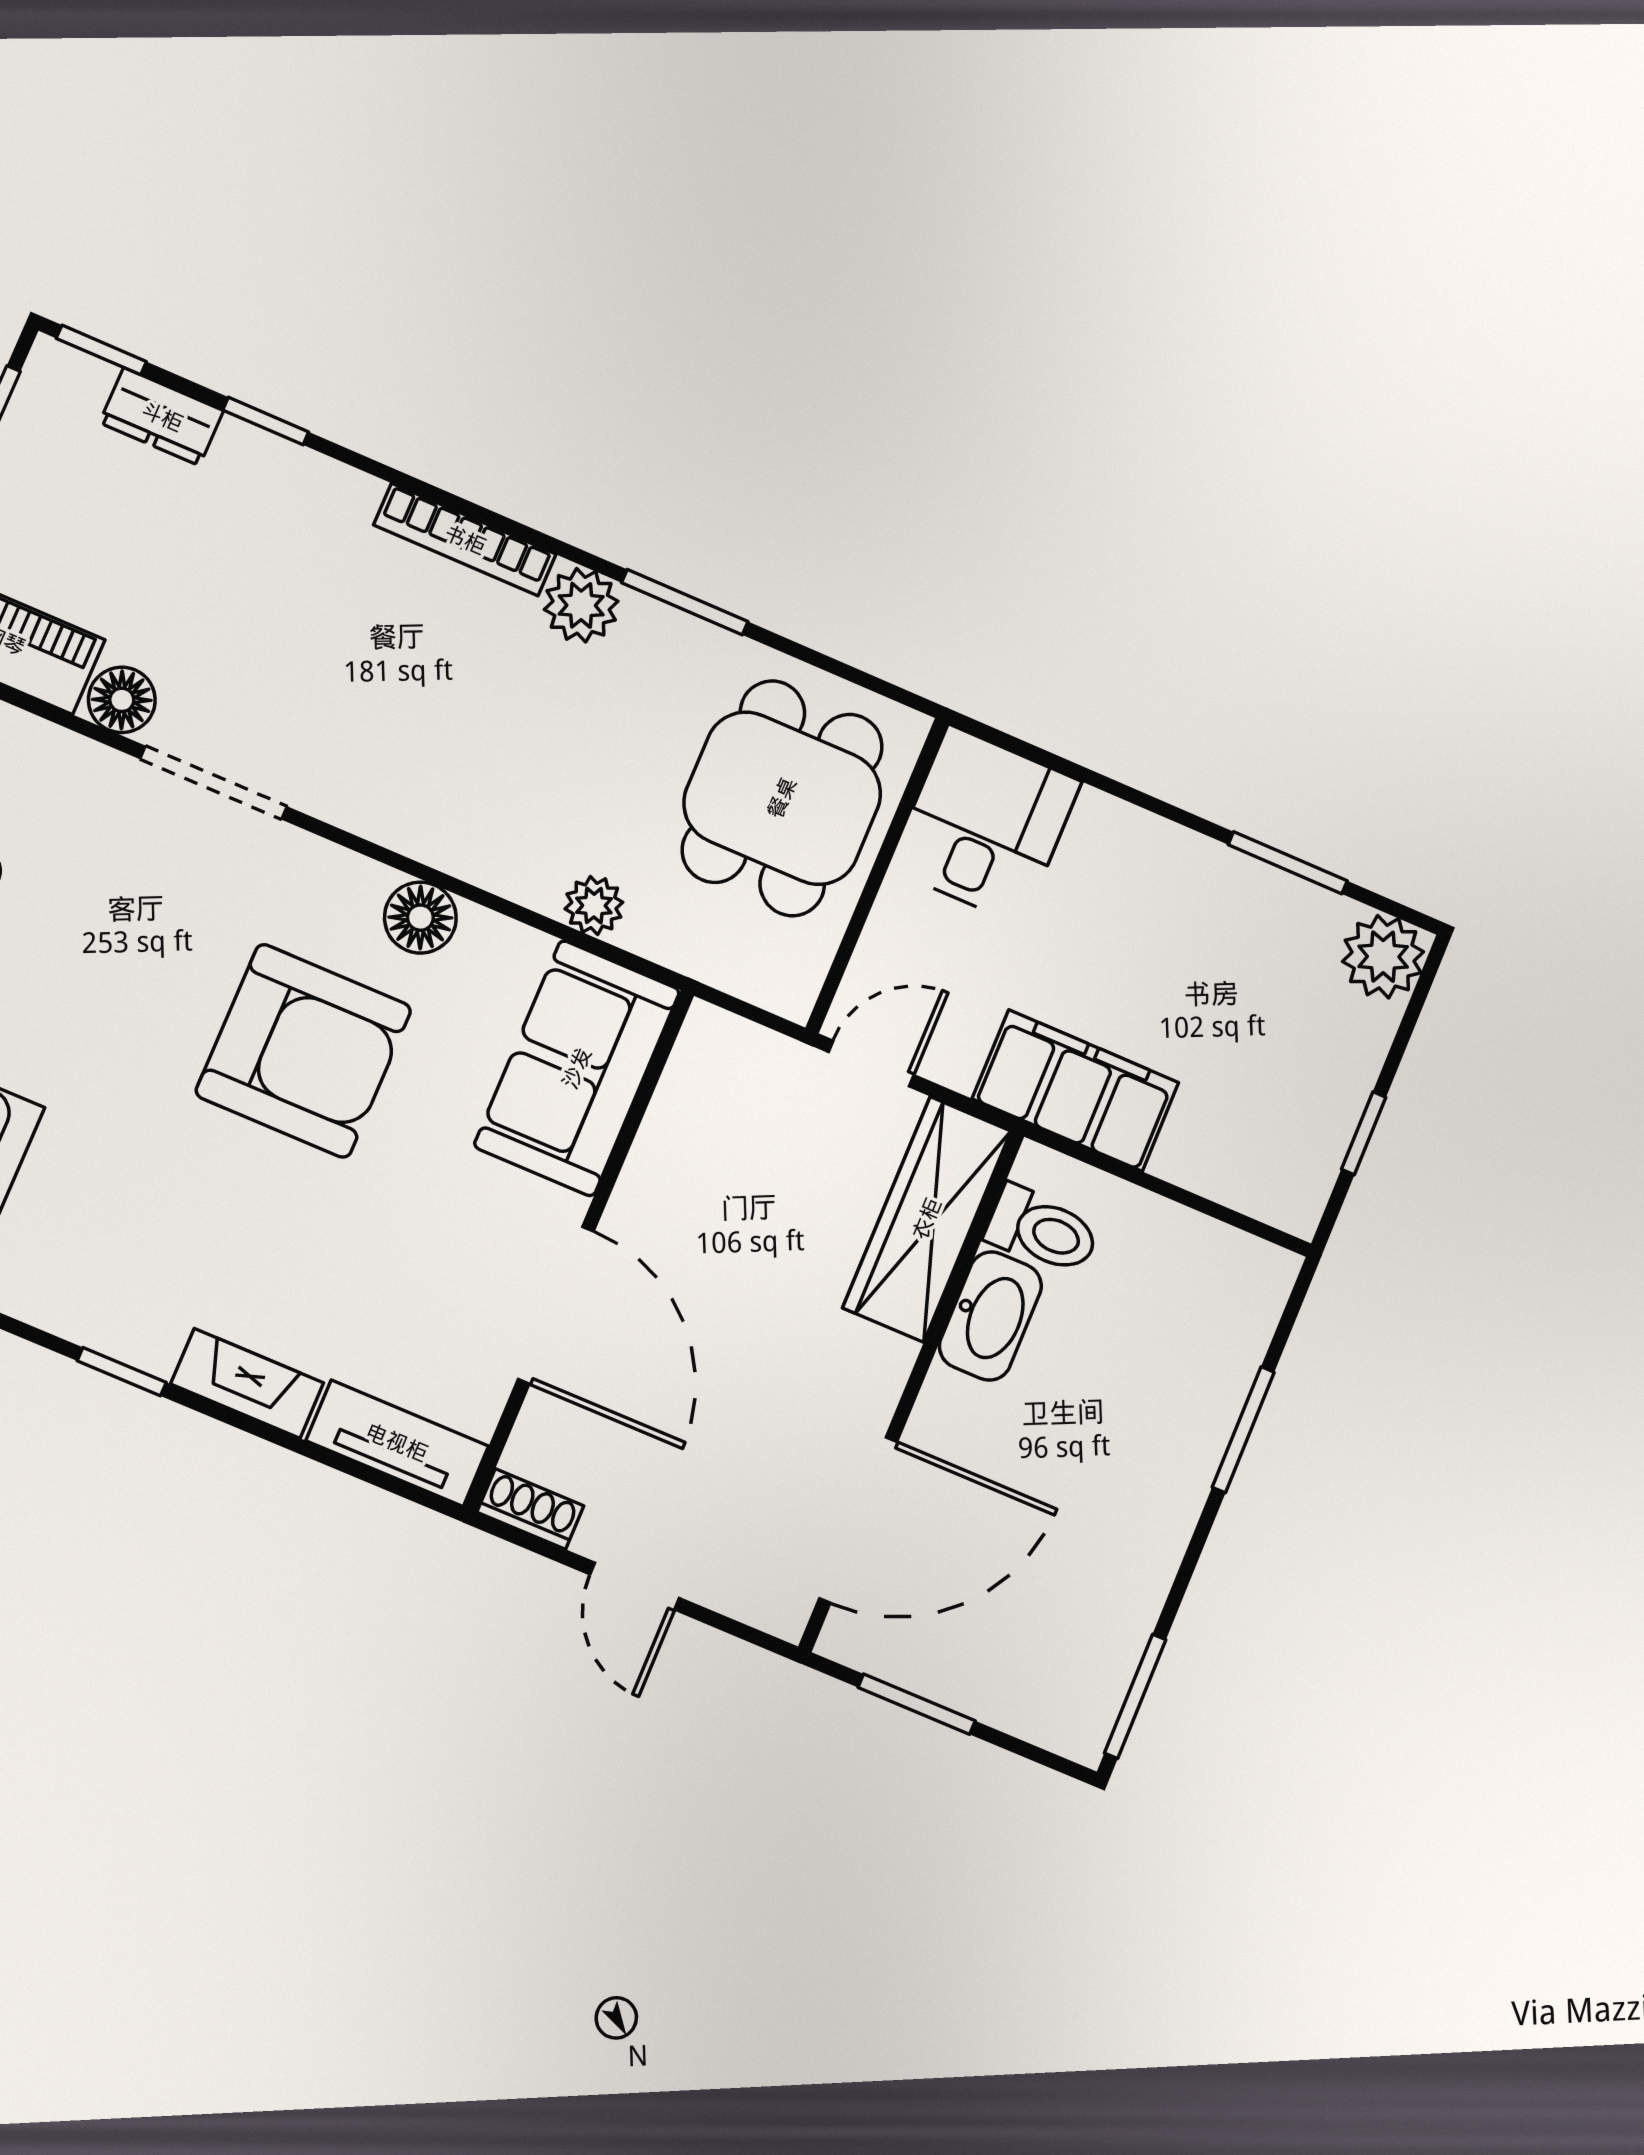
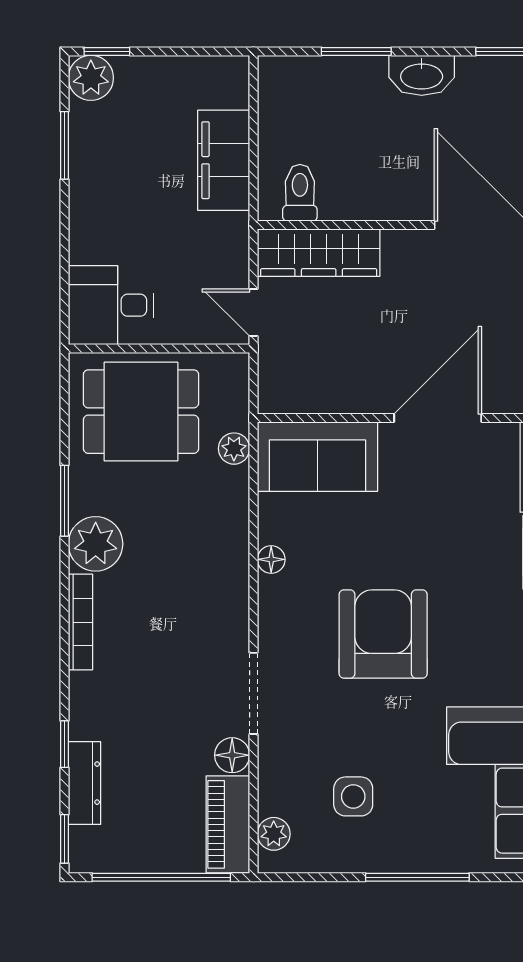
dresser: (162, 417) -> (84, 783), width x1.44
plant: (581, 605) -> (96, 544), width x1.36, depth x1.36
plant: (594, 906) -> (234, 449), moved
floor lamp: (420, 918) -> (271, 559), width x0.73, depth x0.73
armchair: (303, 1051) -> (383, 634), moved
filing cabinet: (1075, 1091) -> (224, 160), moved
window: (1364, 1133) -> (107, 51), moved
washbasin: (990, 1316) -> (422, 75), moved, turned 180

